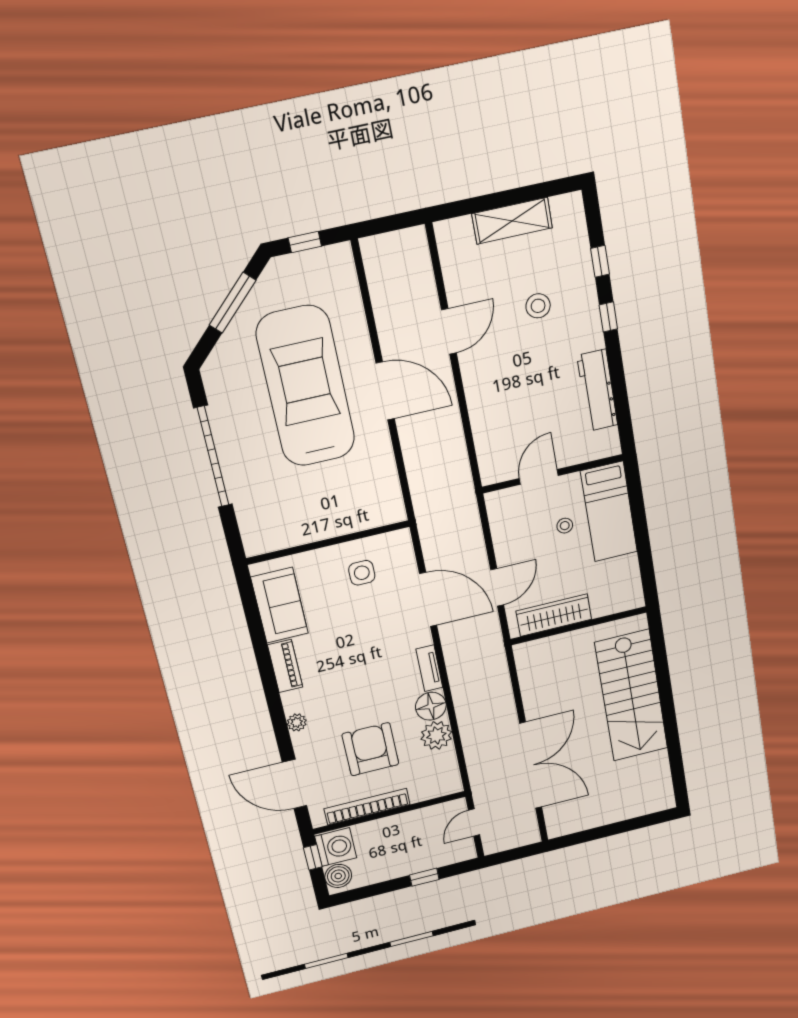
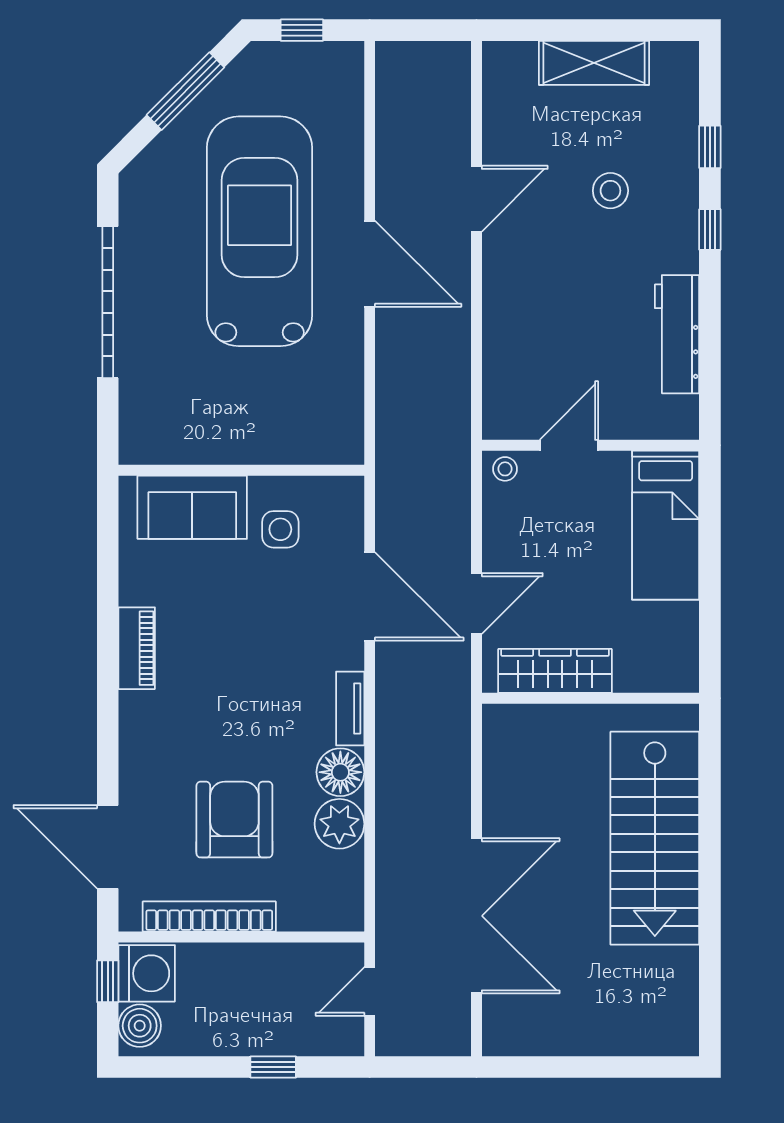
stool: (565, 526) -> (505, 469), moved
sofa: (280, 605) -> (192, 507), moved, turned 90
plant: (297, 722) -> (134, 745), removed

